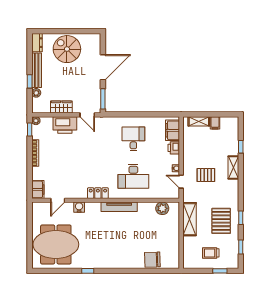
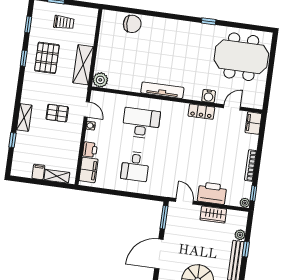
locker: (98, 193) -> (201, 112), moved
plant: (162, 208) -> (100, 80), moved

